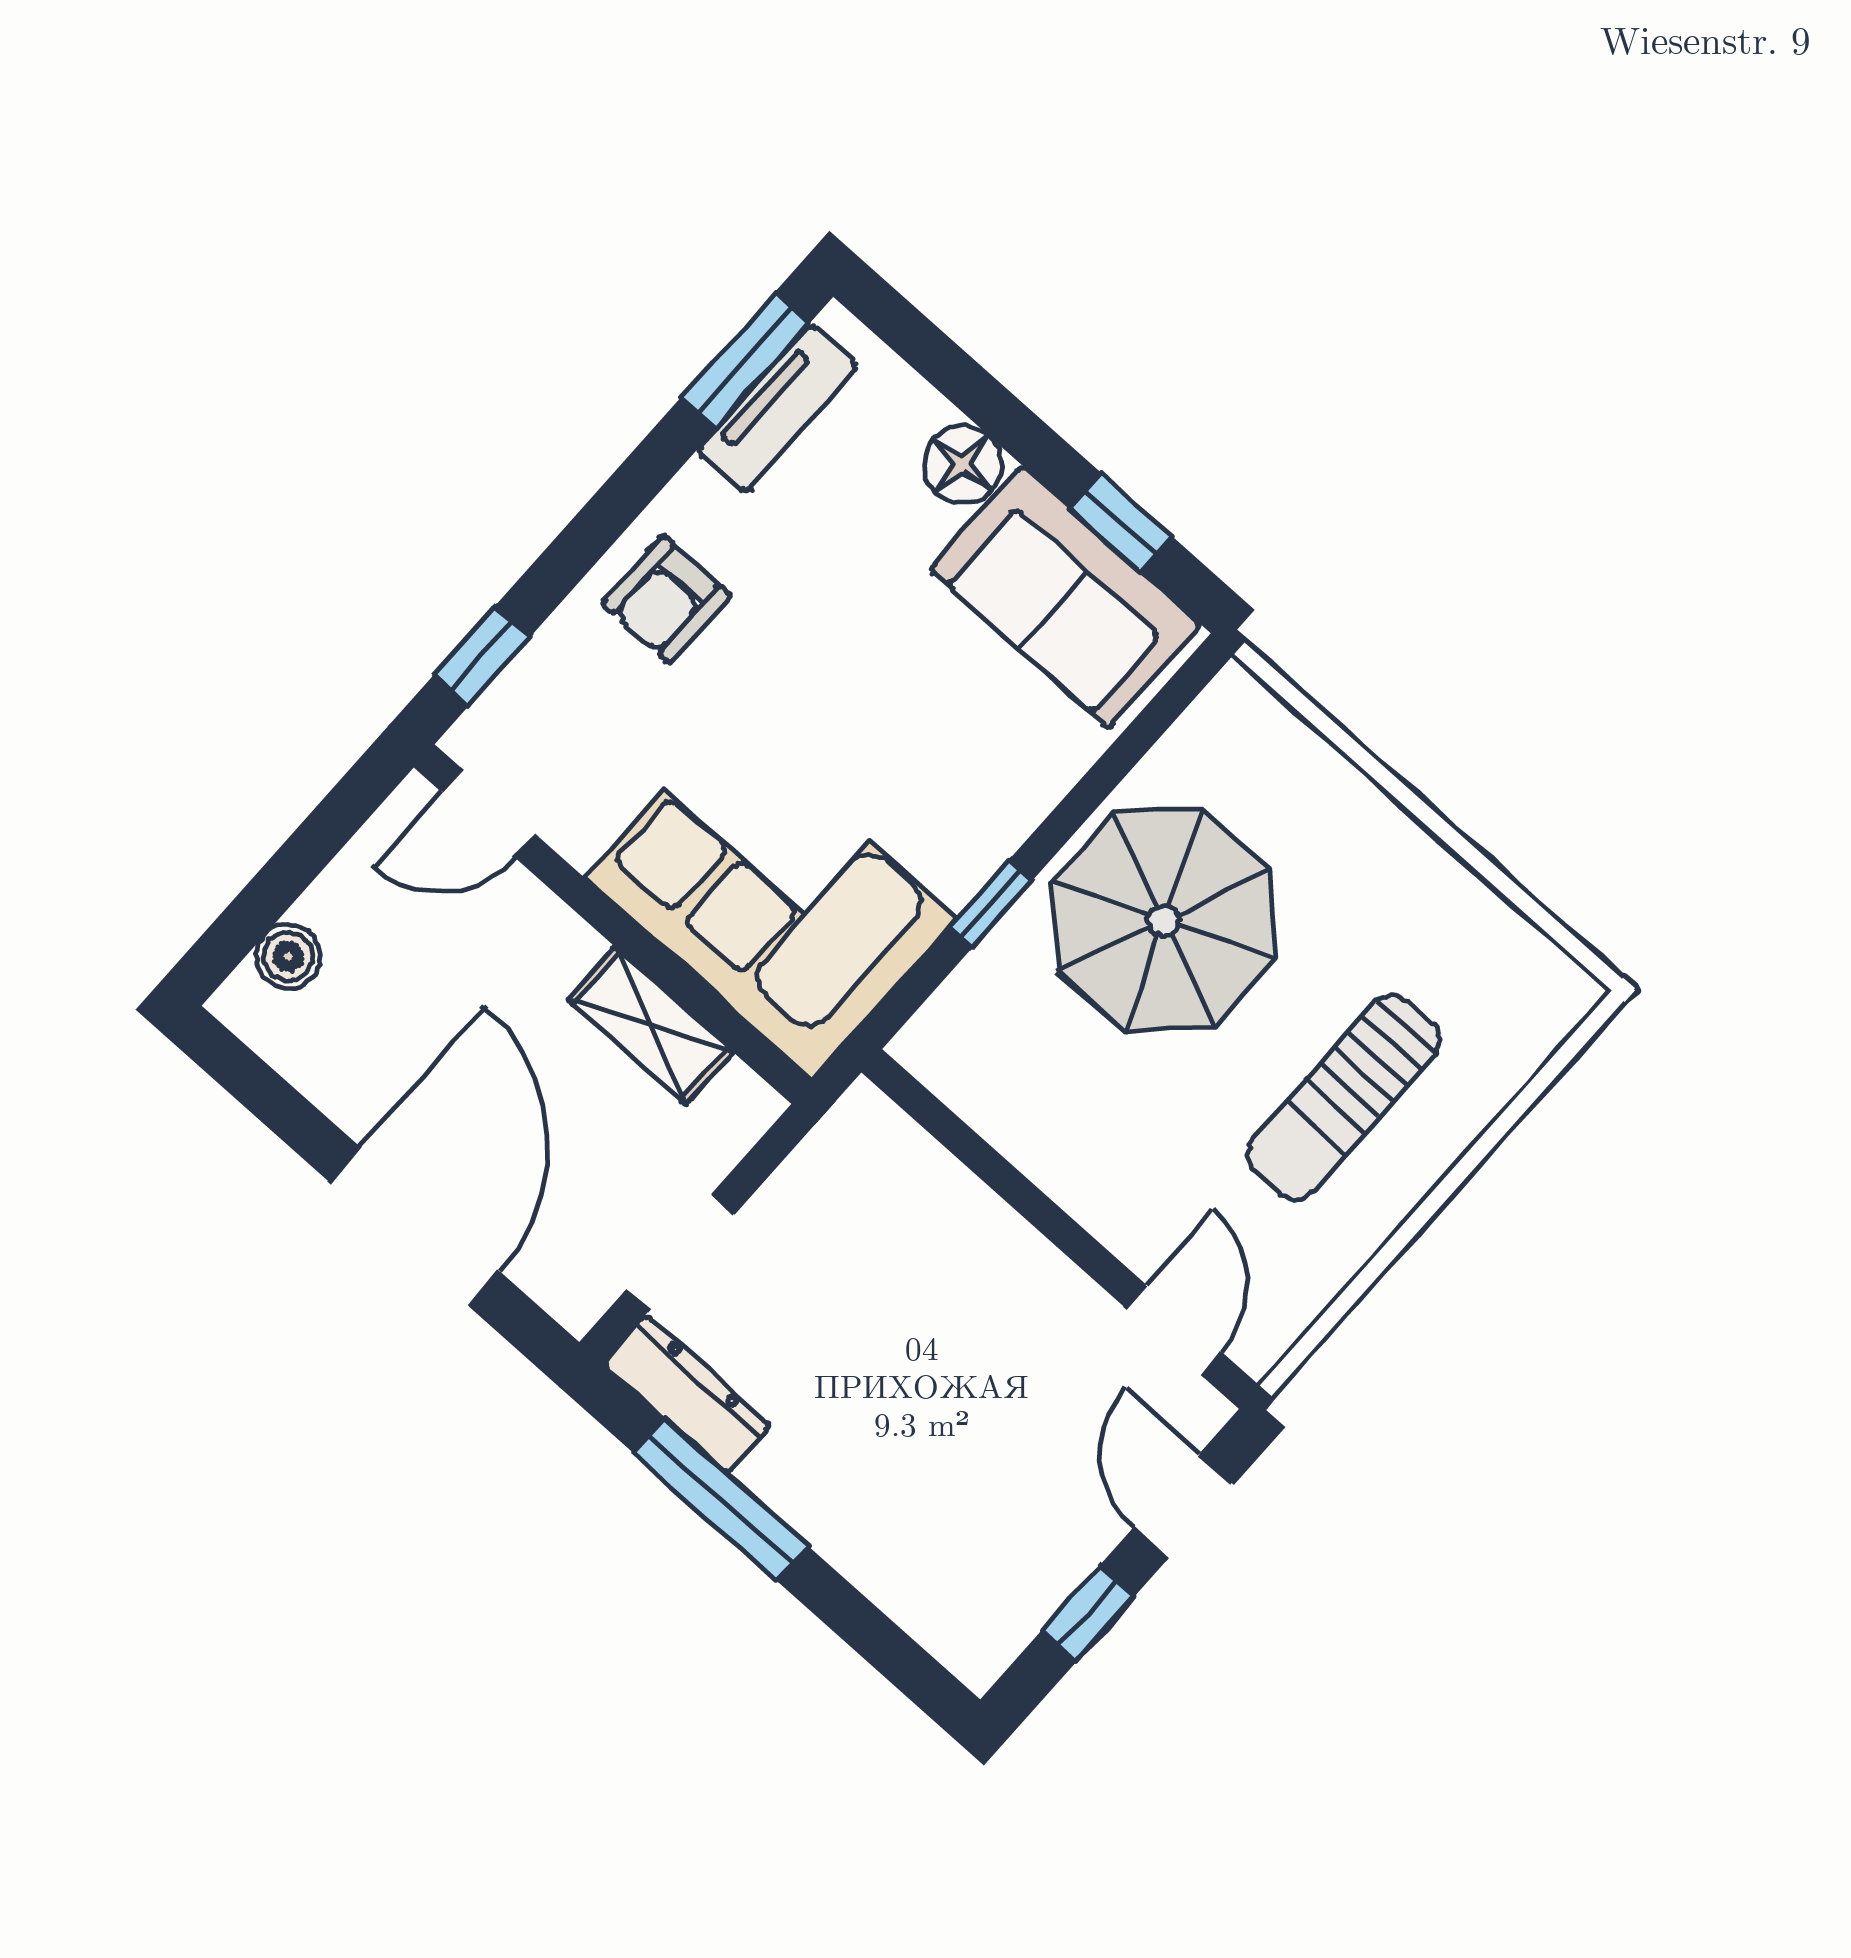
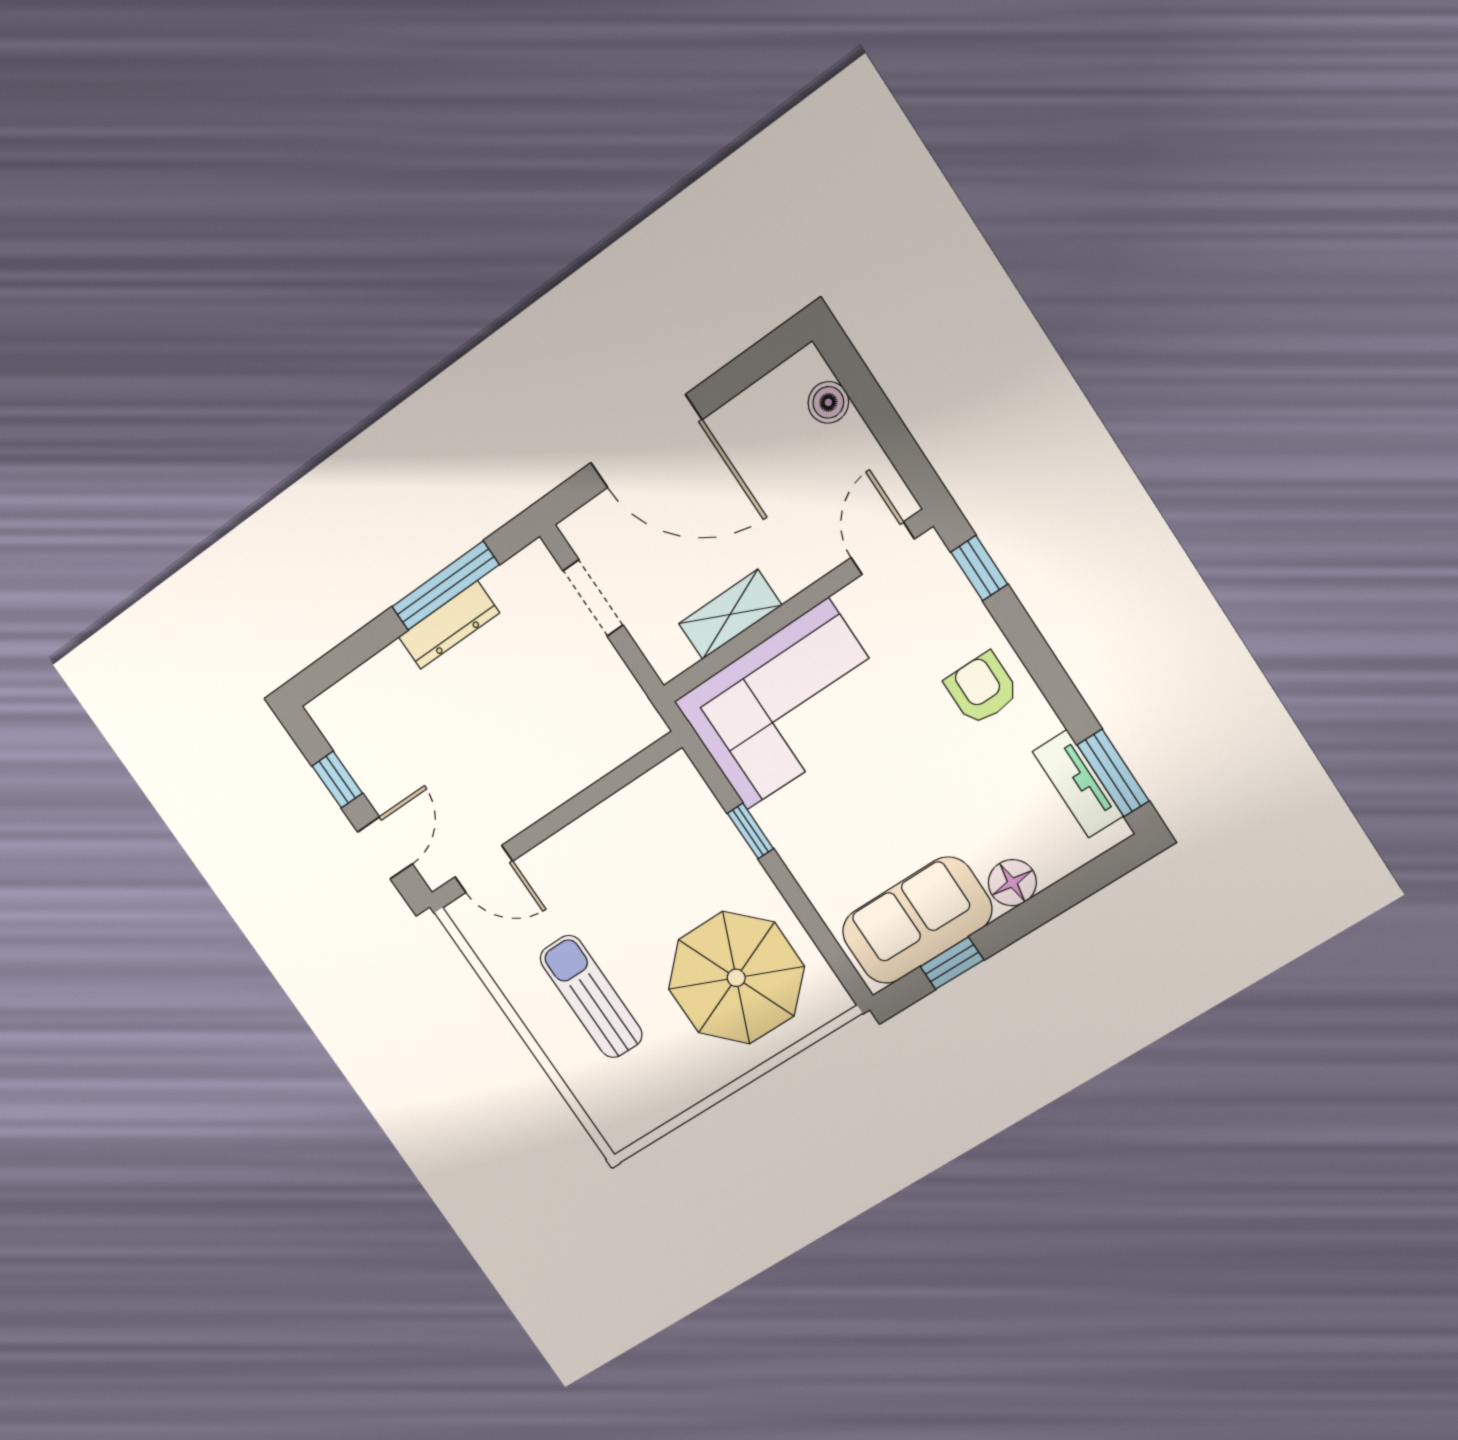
parasol: (1164, 920) -> (736, 978), moved
dresser: (687, 1394) -> (449, 625), moved
door: (1183, 1506) -> (385, 848), hinge flipped

